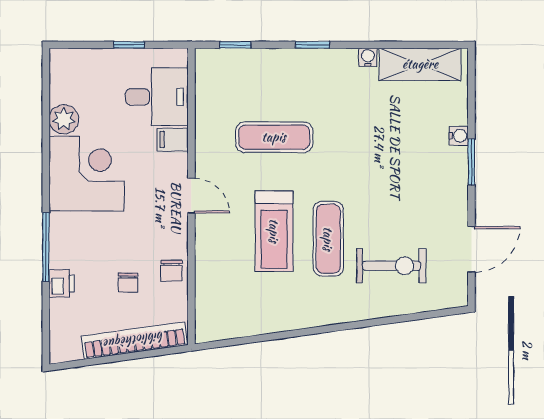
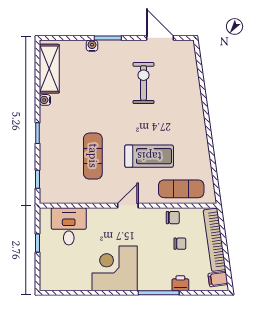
plant: (64, 119) -> (82, 282), removed
filing cabinet: (173, 140) -> (218, 279), moved, turned 82
exercise mat: (328, 239) -> (181, 189), moved
exercise bike: (391, 266) -> (144, 83), moved

